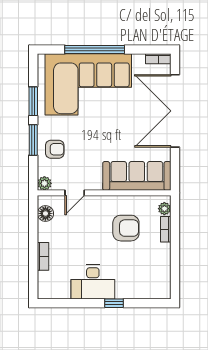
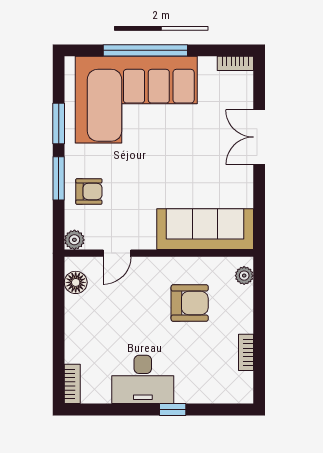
double door: (175, 111) -> (259, 137), width x0.54
bookcase: (166, 229) -> (246, 352), moved
bookcase: (43, 256) -> (72, 384), moved

